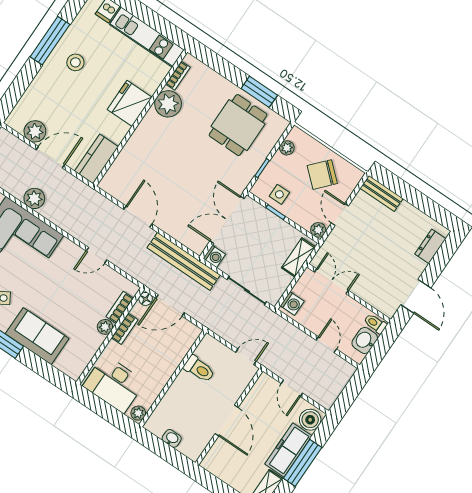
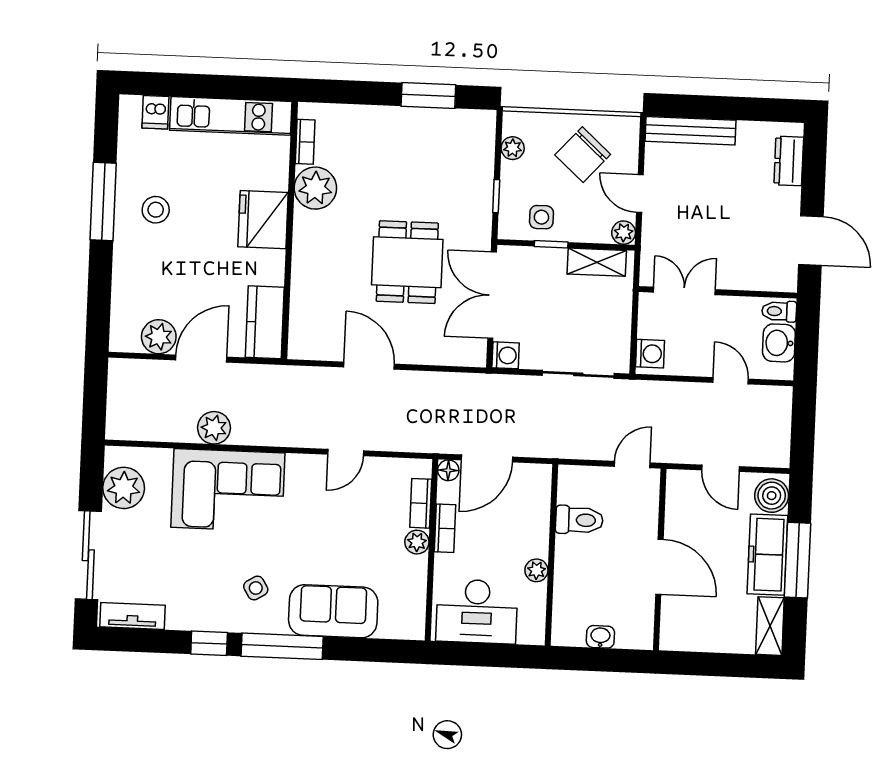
dining table: (238, 125) -> (407, 262), moved
bench: (382, 193) -> (690, 131), width x1.36
shelving: (298, 257) -> (597, 262), moved, turned 90
bench: (184, 261) -> (468, 388), removed
plant: (138, 413) -> (536, 570), moved

